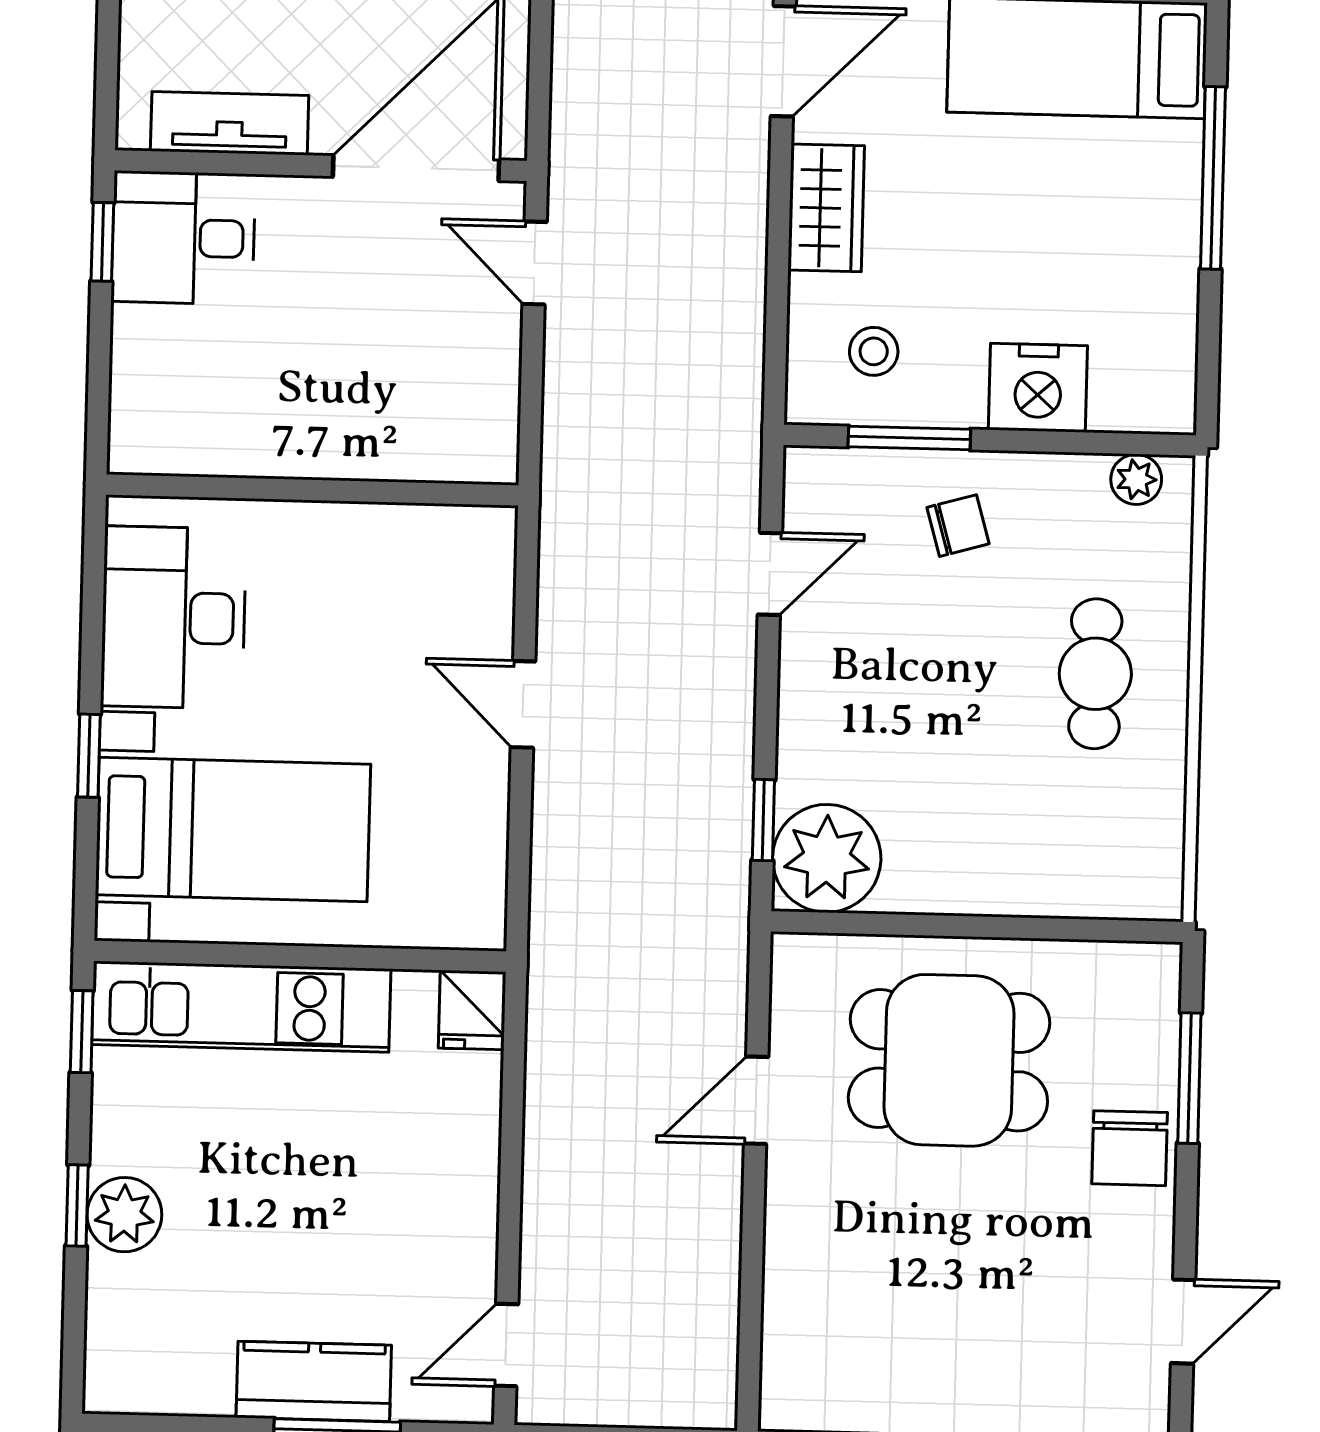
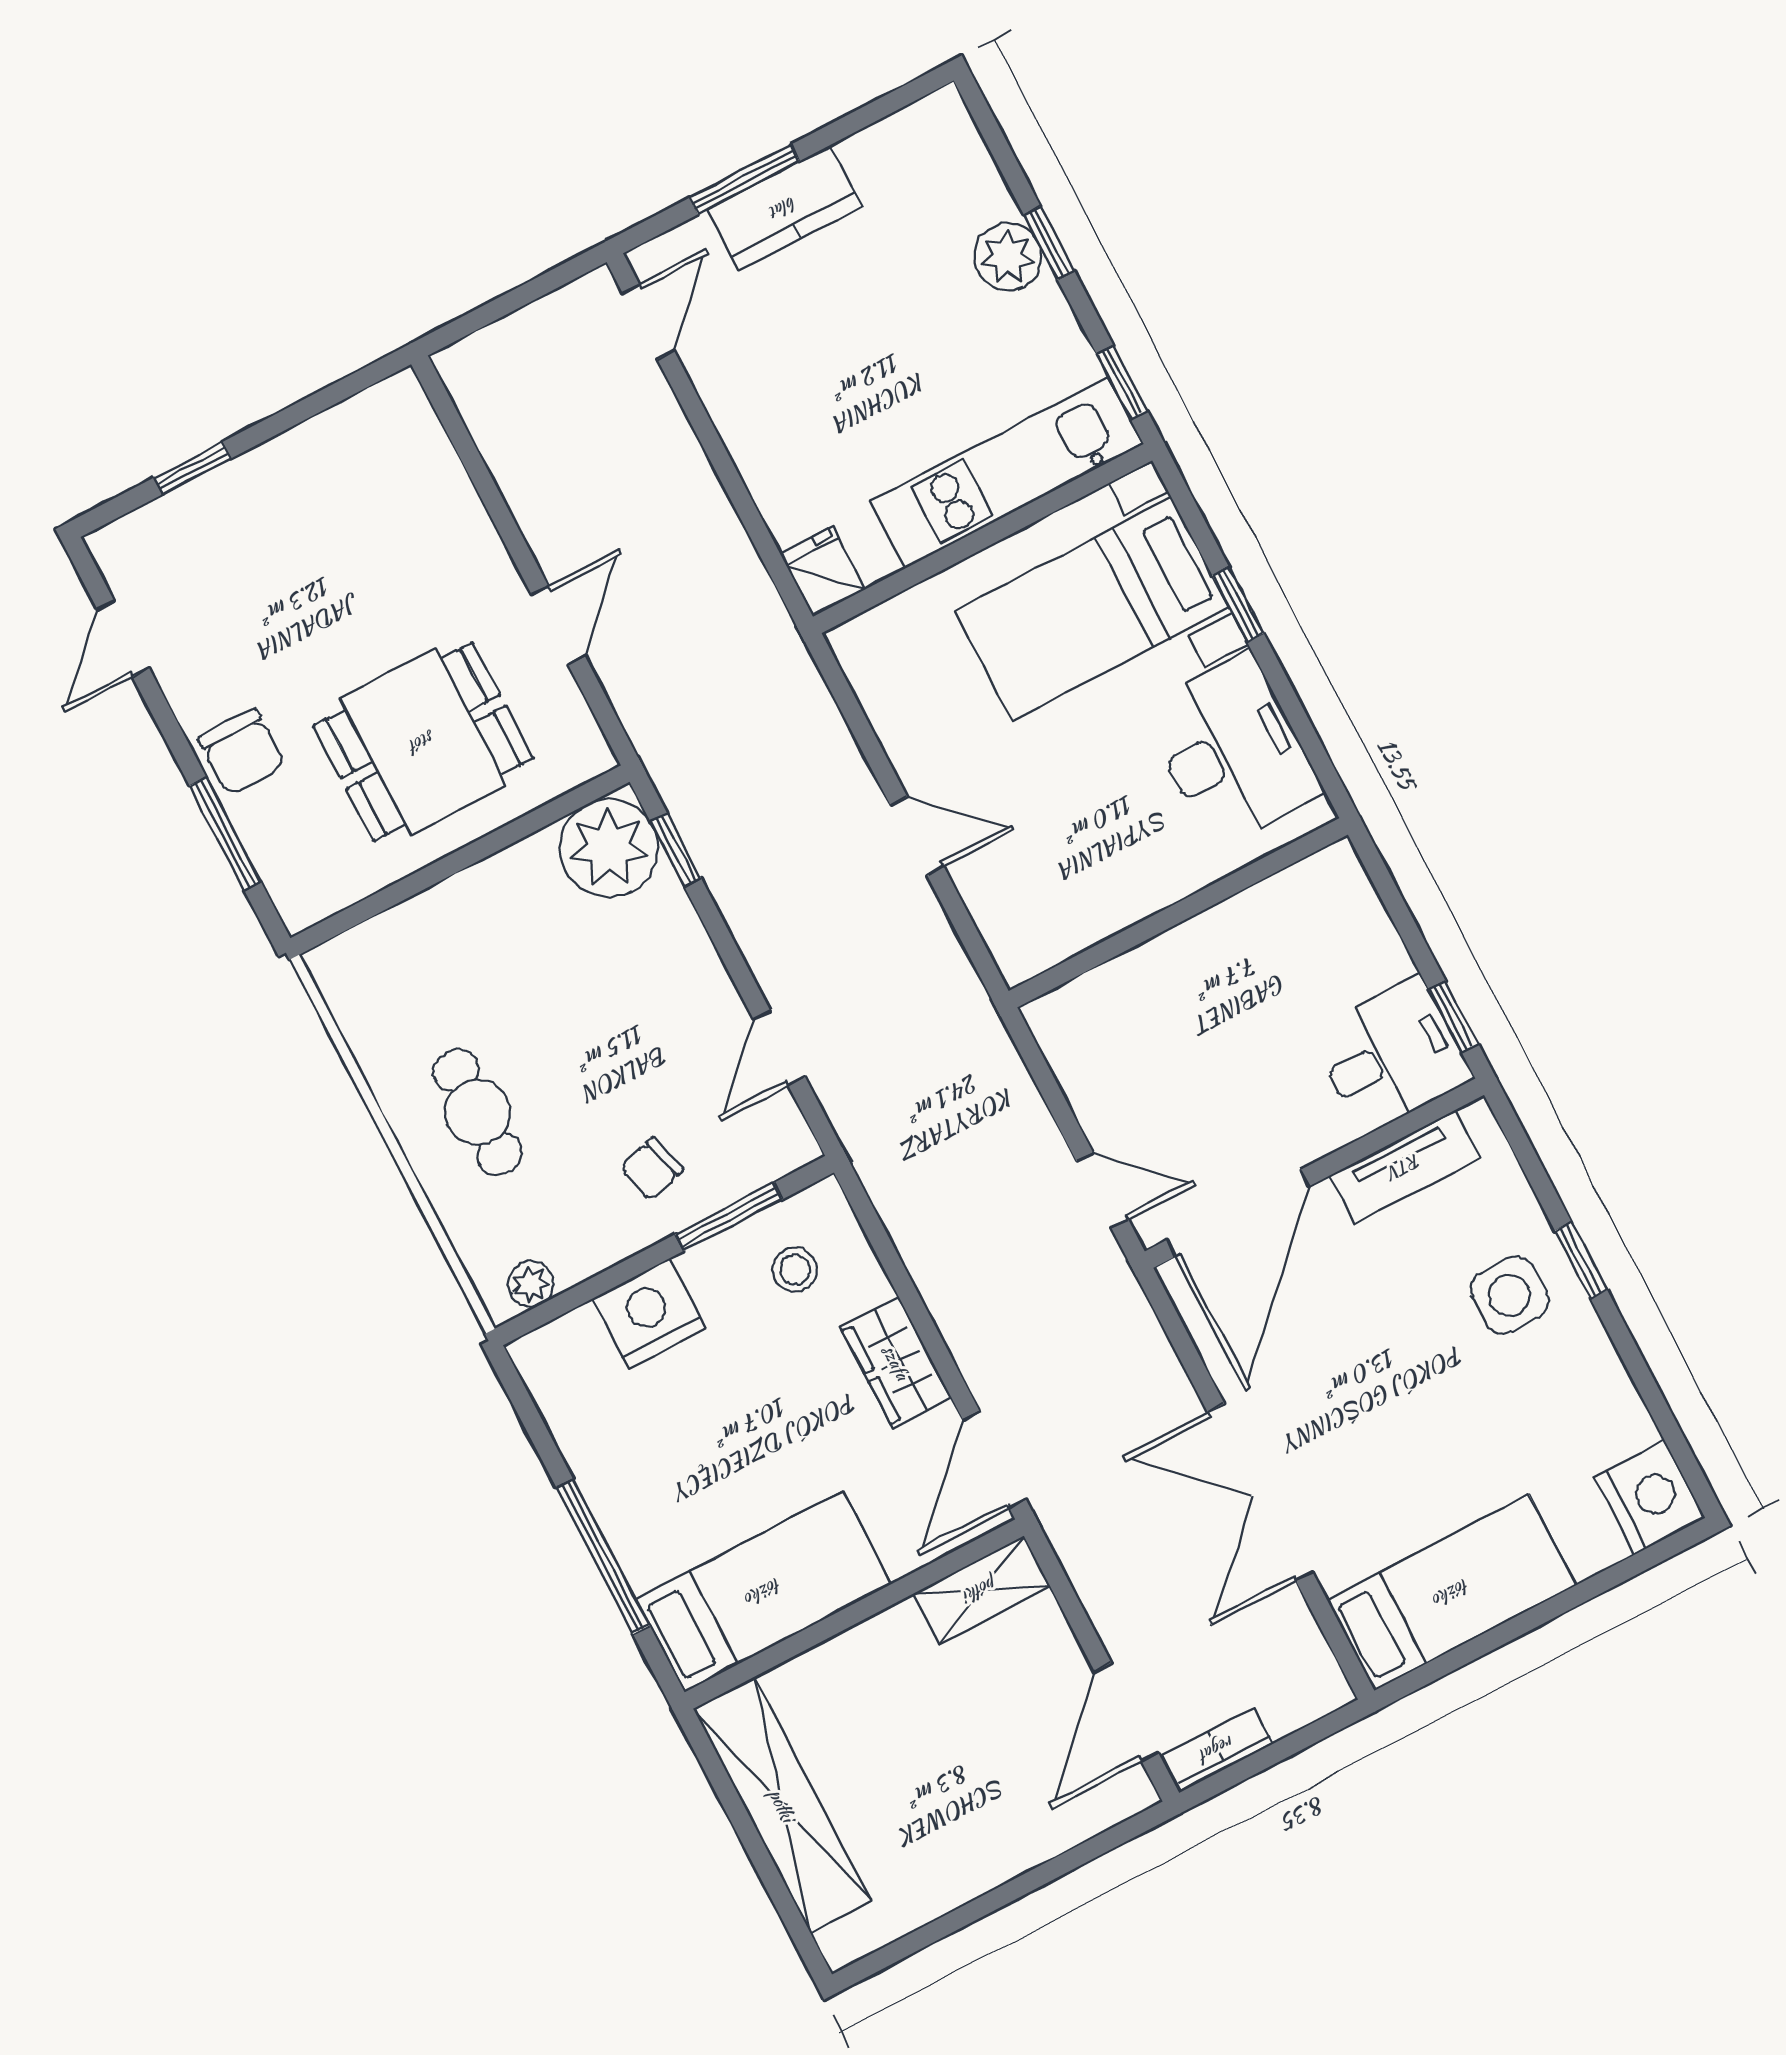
chair: (1130, 1148) -> (242, 752), turned 180

